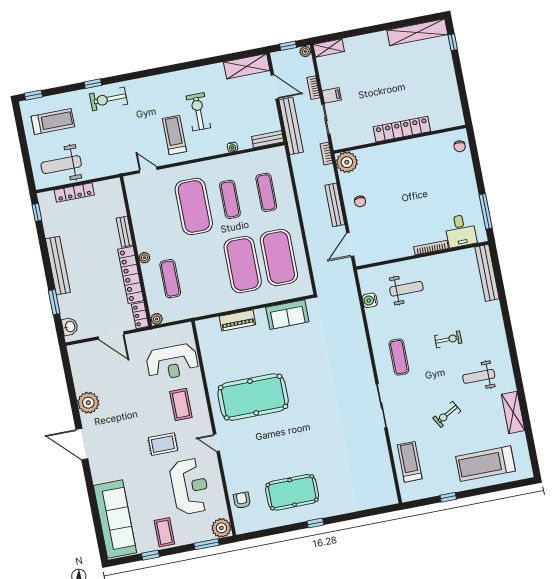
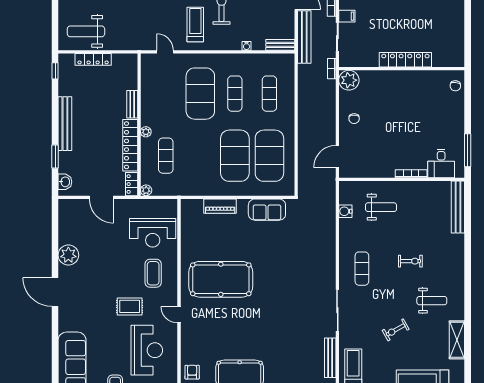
bench: (335, 205) -> (330, 358), moved
weight bench: (479, 376) -> (432, 301), turned 180

